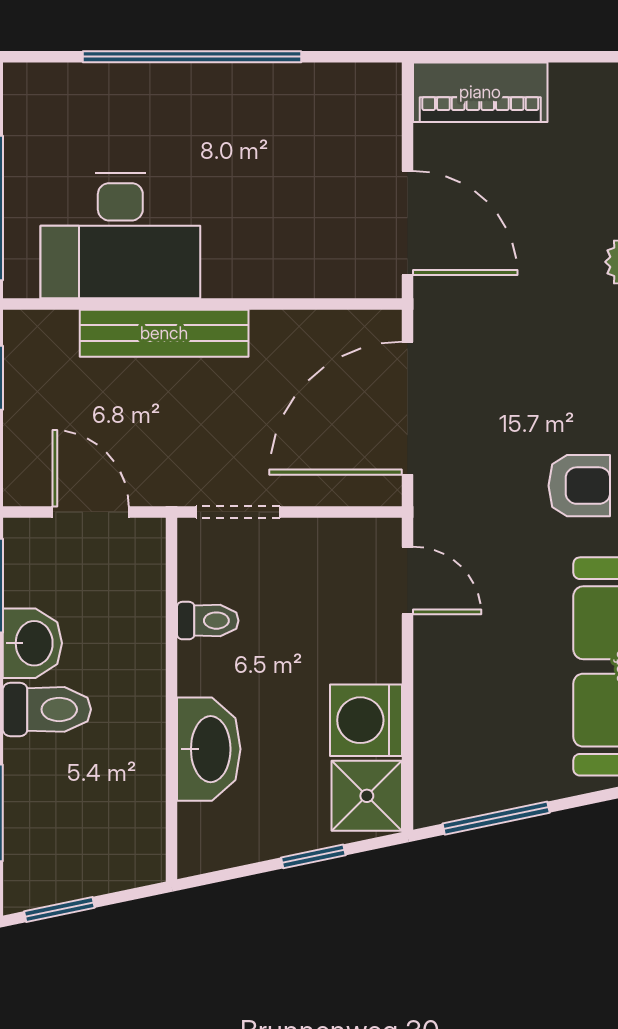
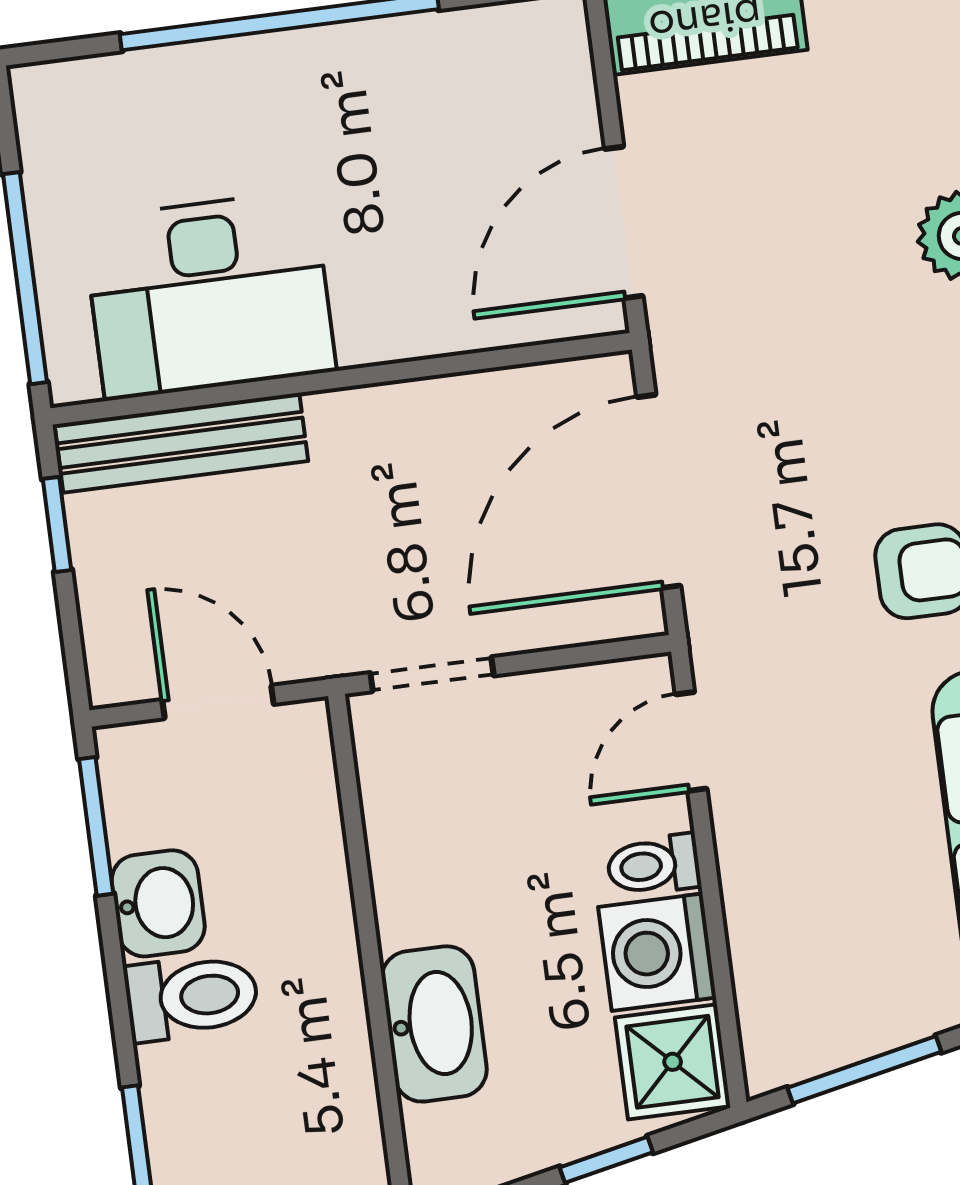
door: (408, 223) -> (624, 222), swing flipped
bench: (164, 333) -> (181, 443), moved
door: (408, 580) -> (691, 742), swing flipped
toilet: (208, 621) -> (654, 865), moved, turned 180

